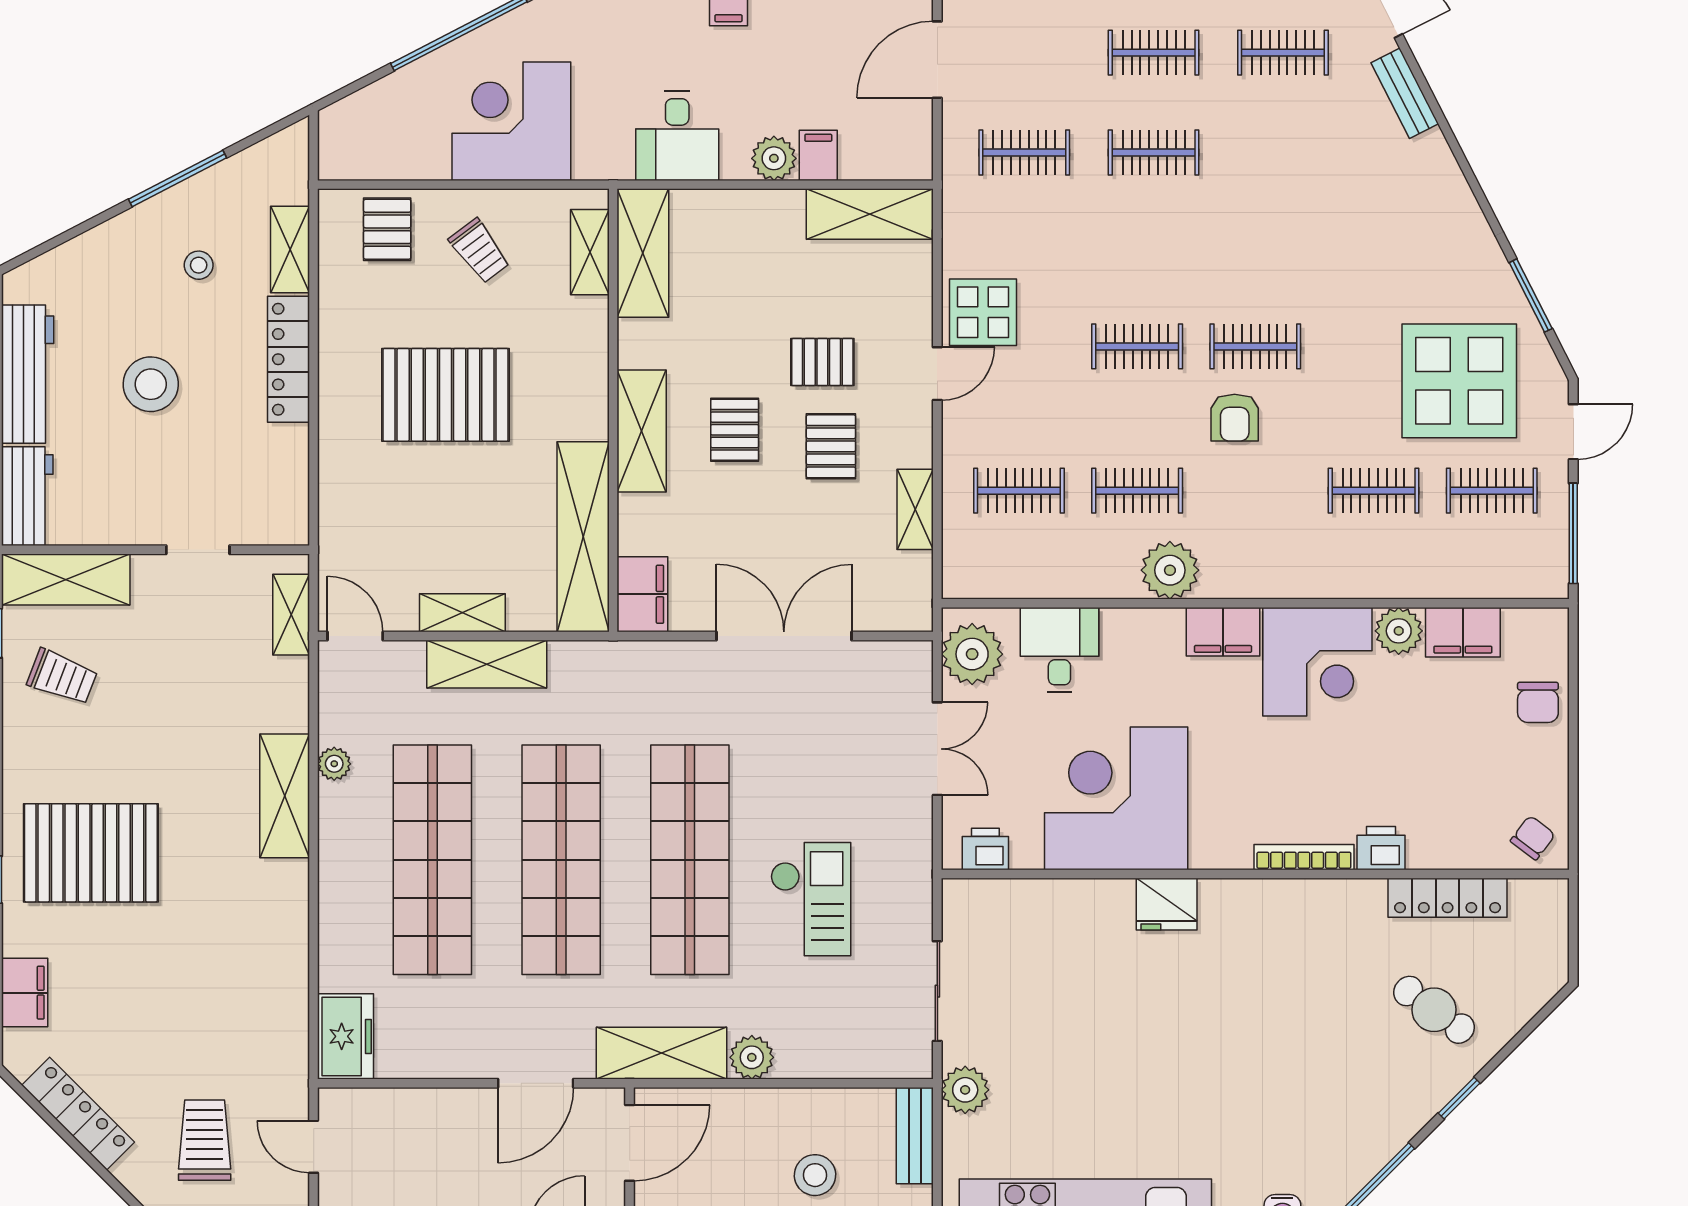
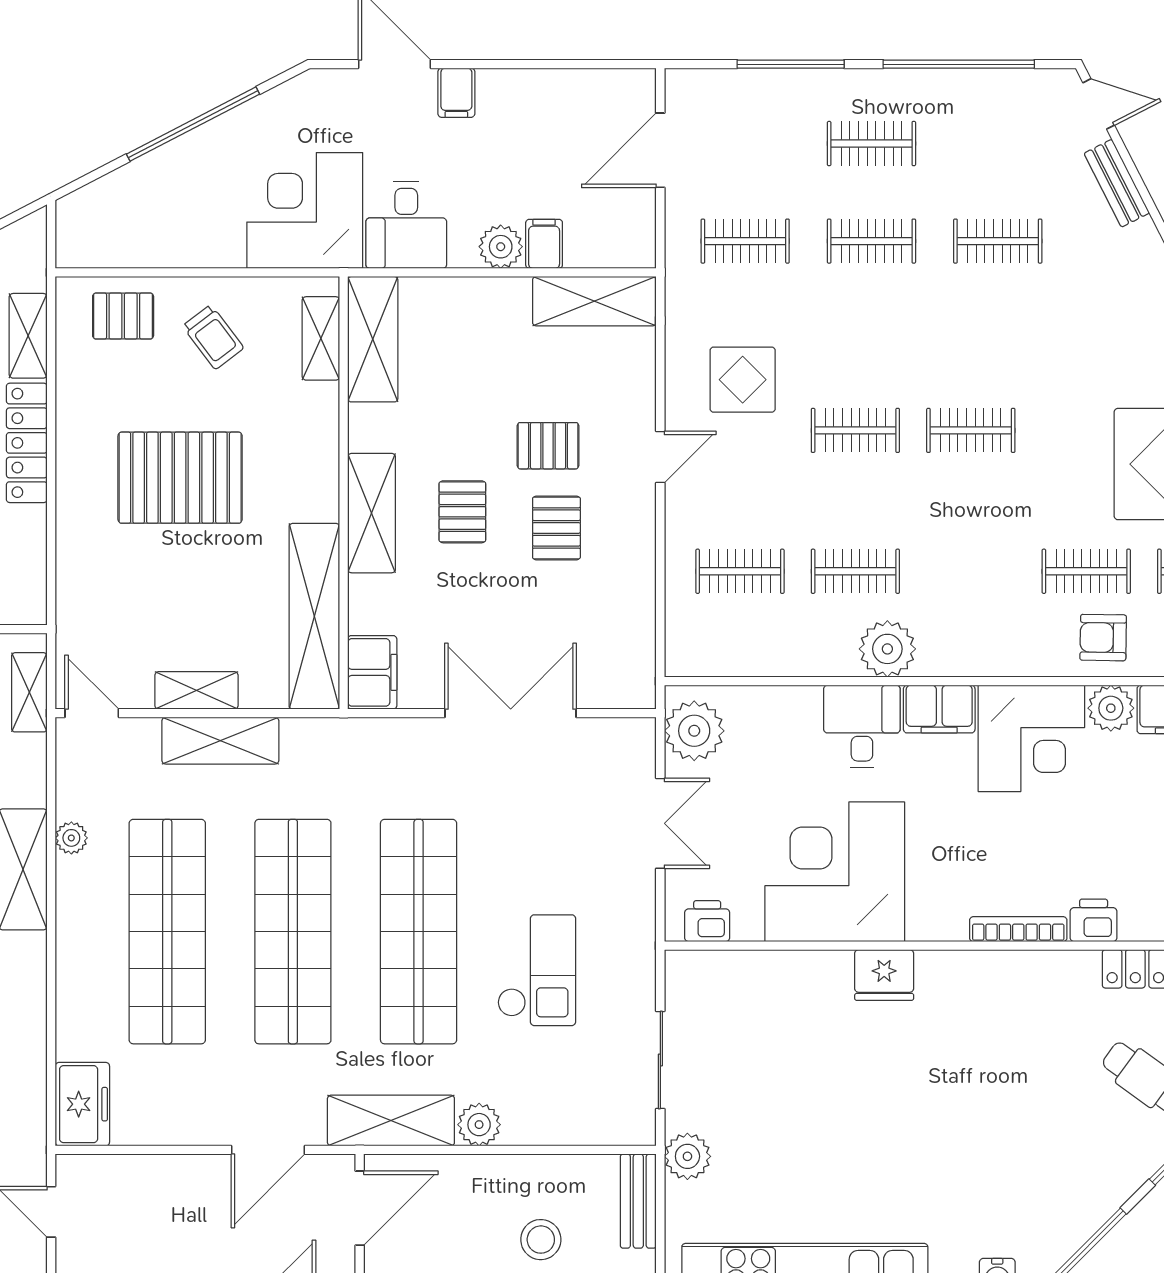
clothes rail: (1283, 53) -> (998, 241), moved
corner desk: (511, 121) -> (305, 210), moved
pallet: (387, 229) -> (123, 316), turned 90
display table: (983, 312) -> (743, 380), moved
armchair: (1235, 418) -> (1103, 638), moved, turned 91
shelving: (915, 509) -> (639, 590), removed
desk: (1059, 650) -> (862, 726), moved

